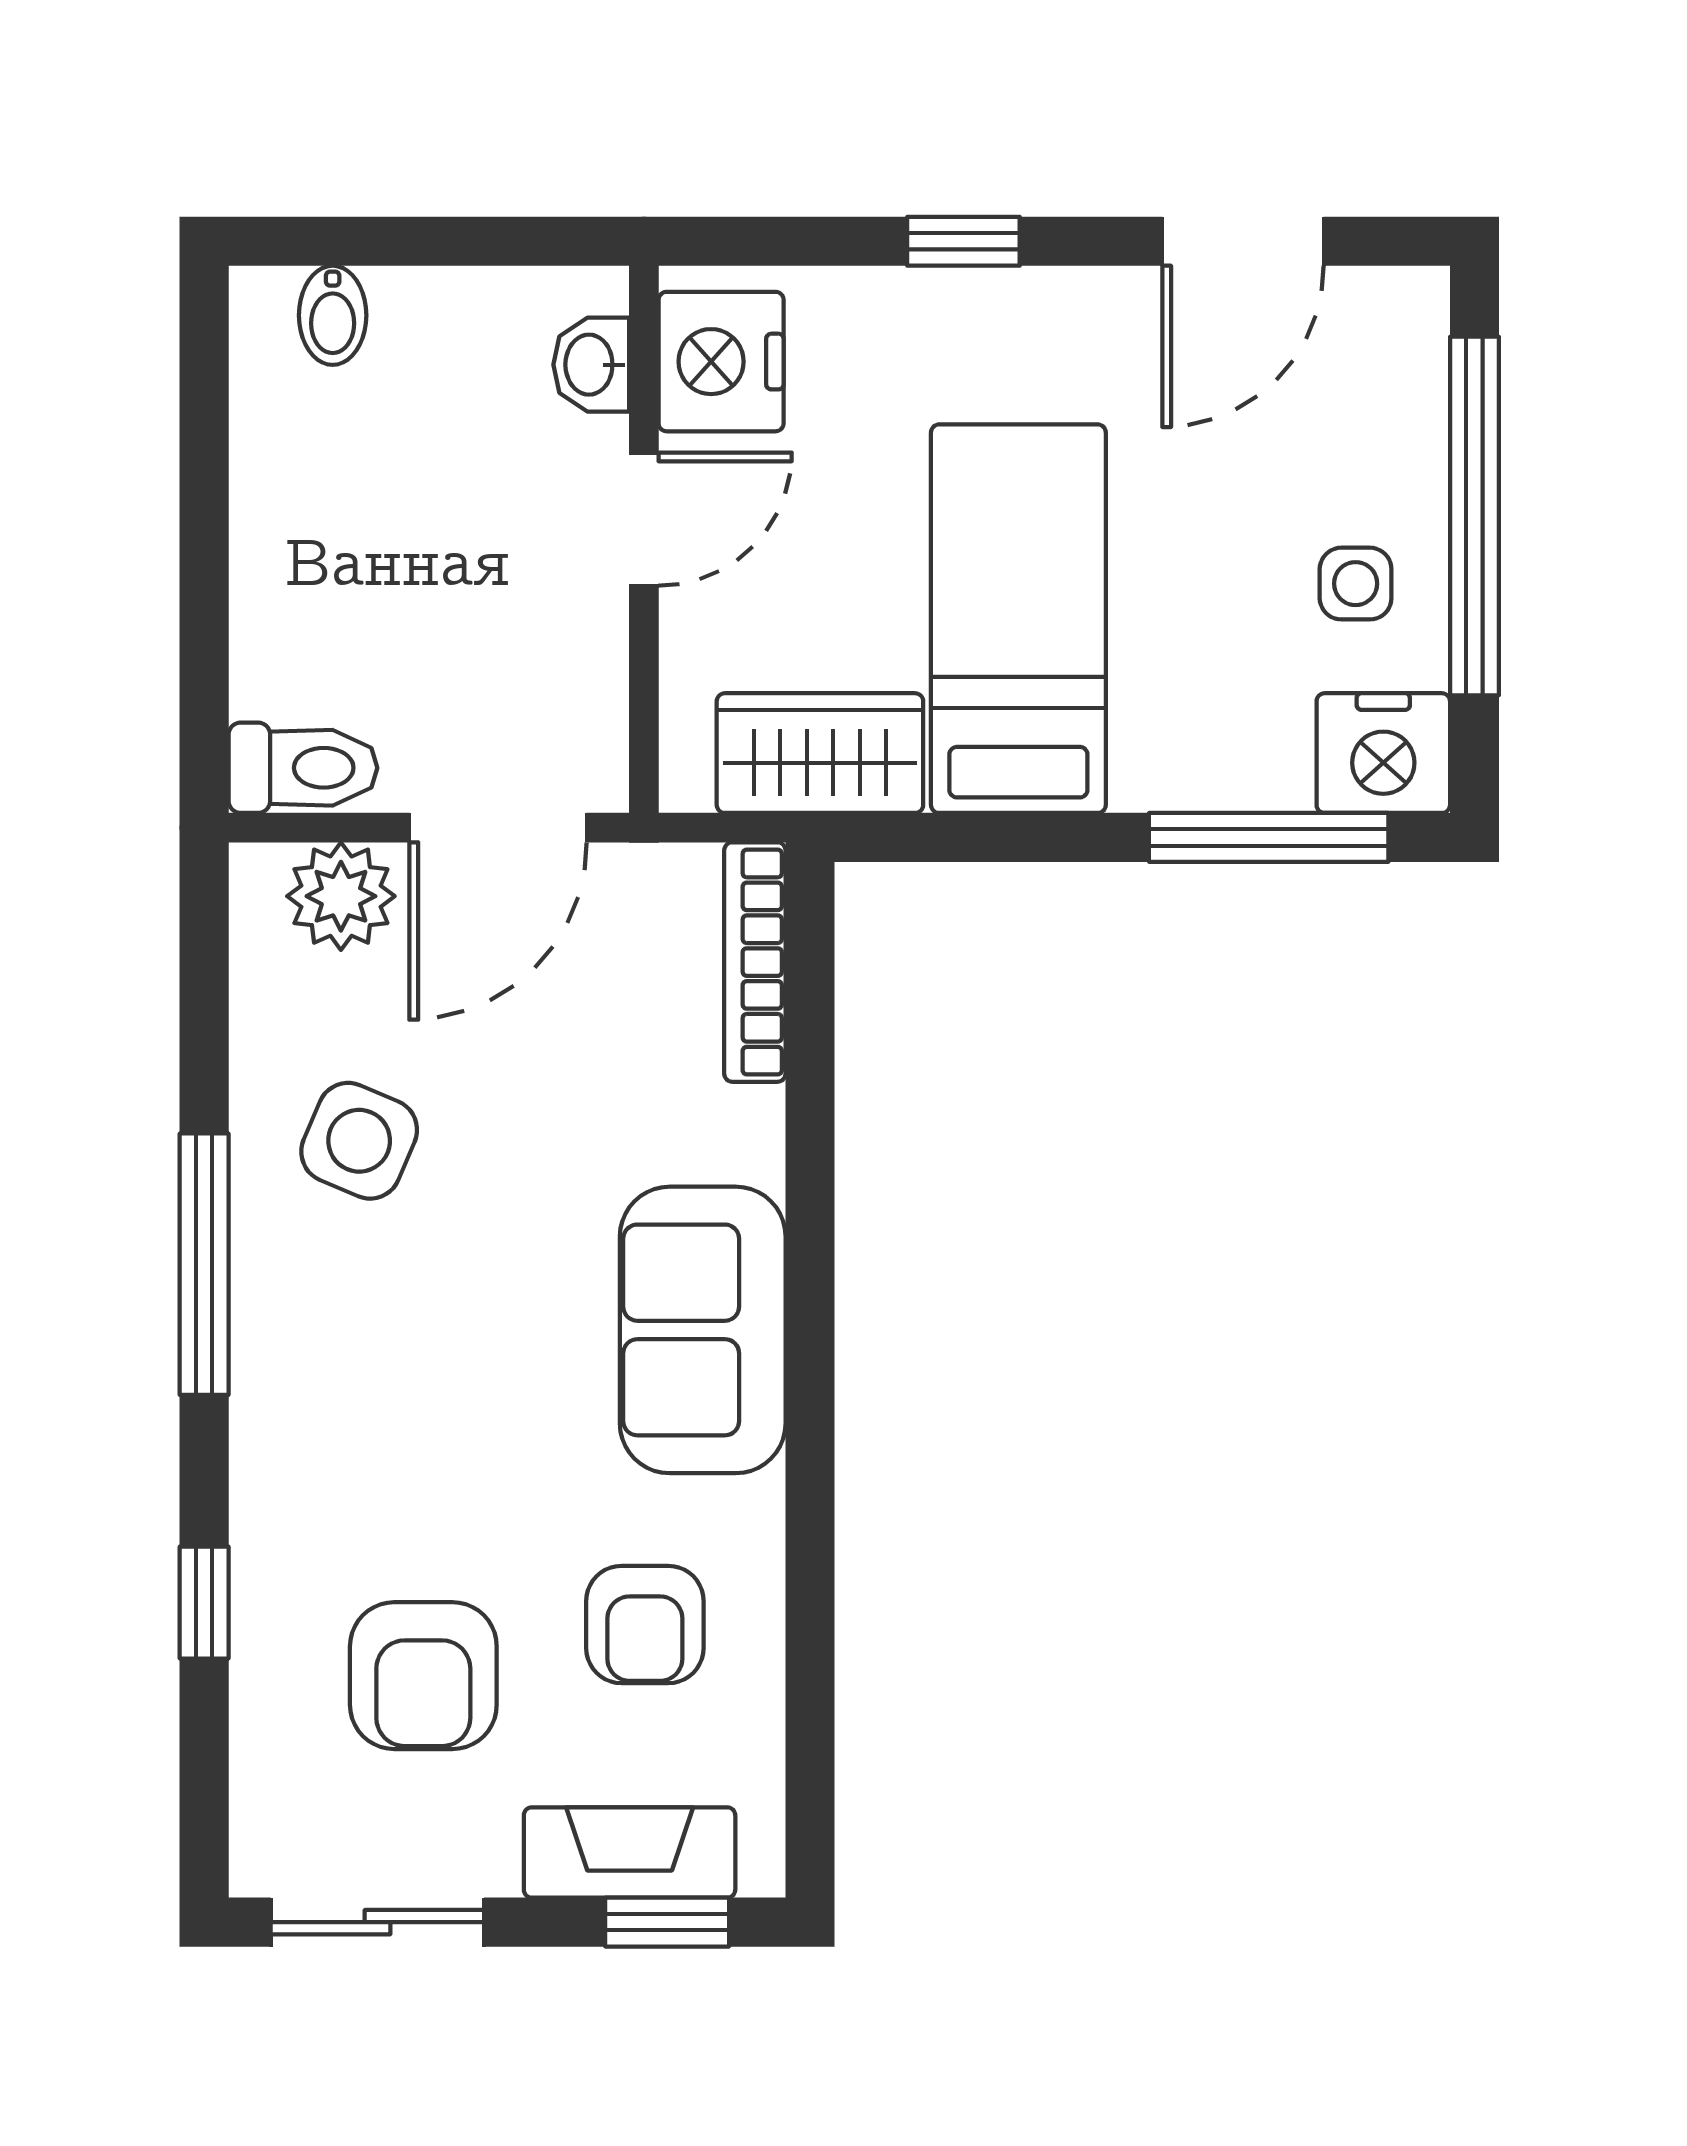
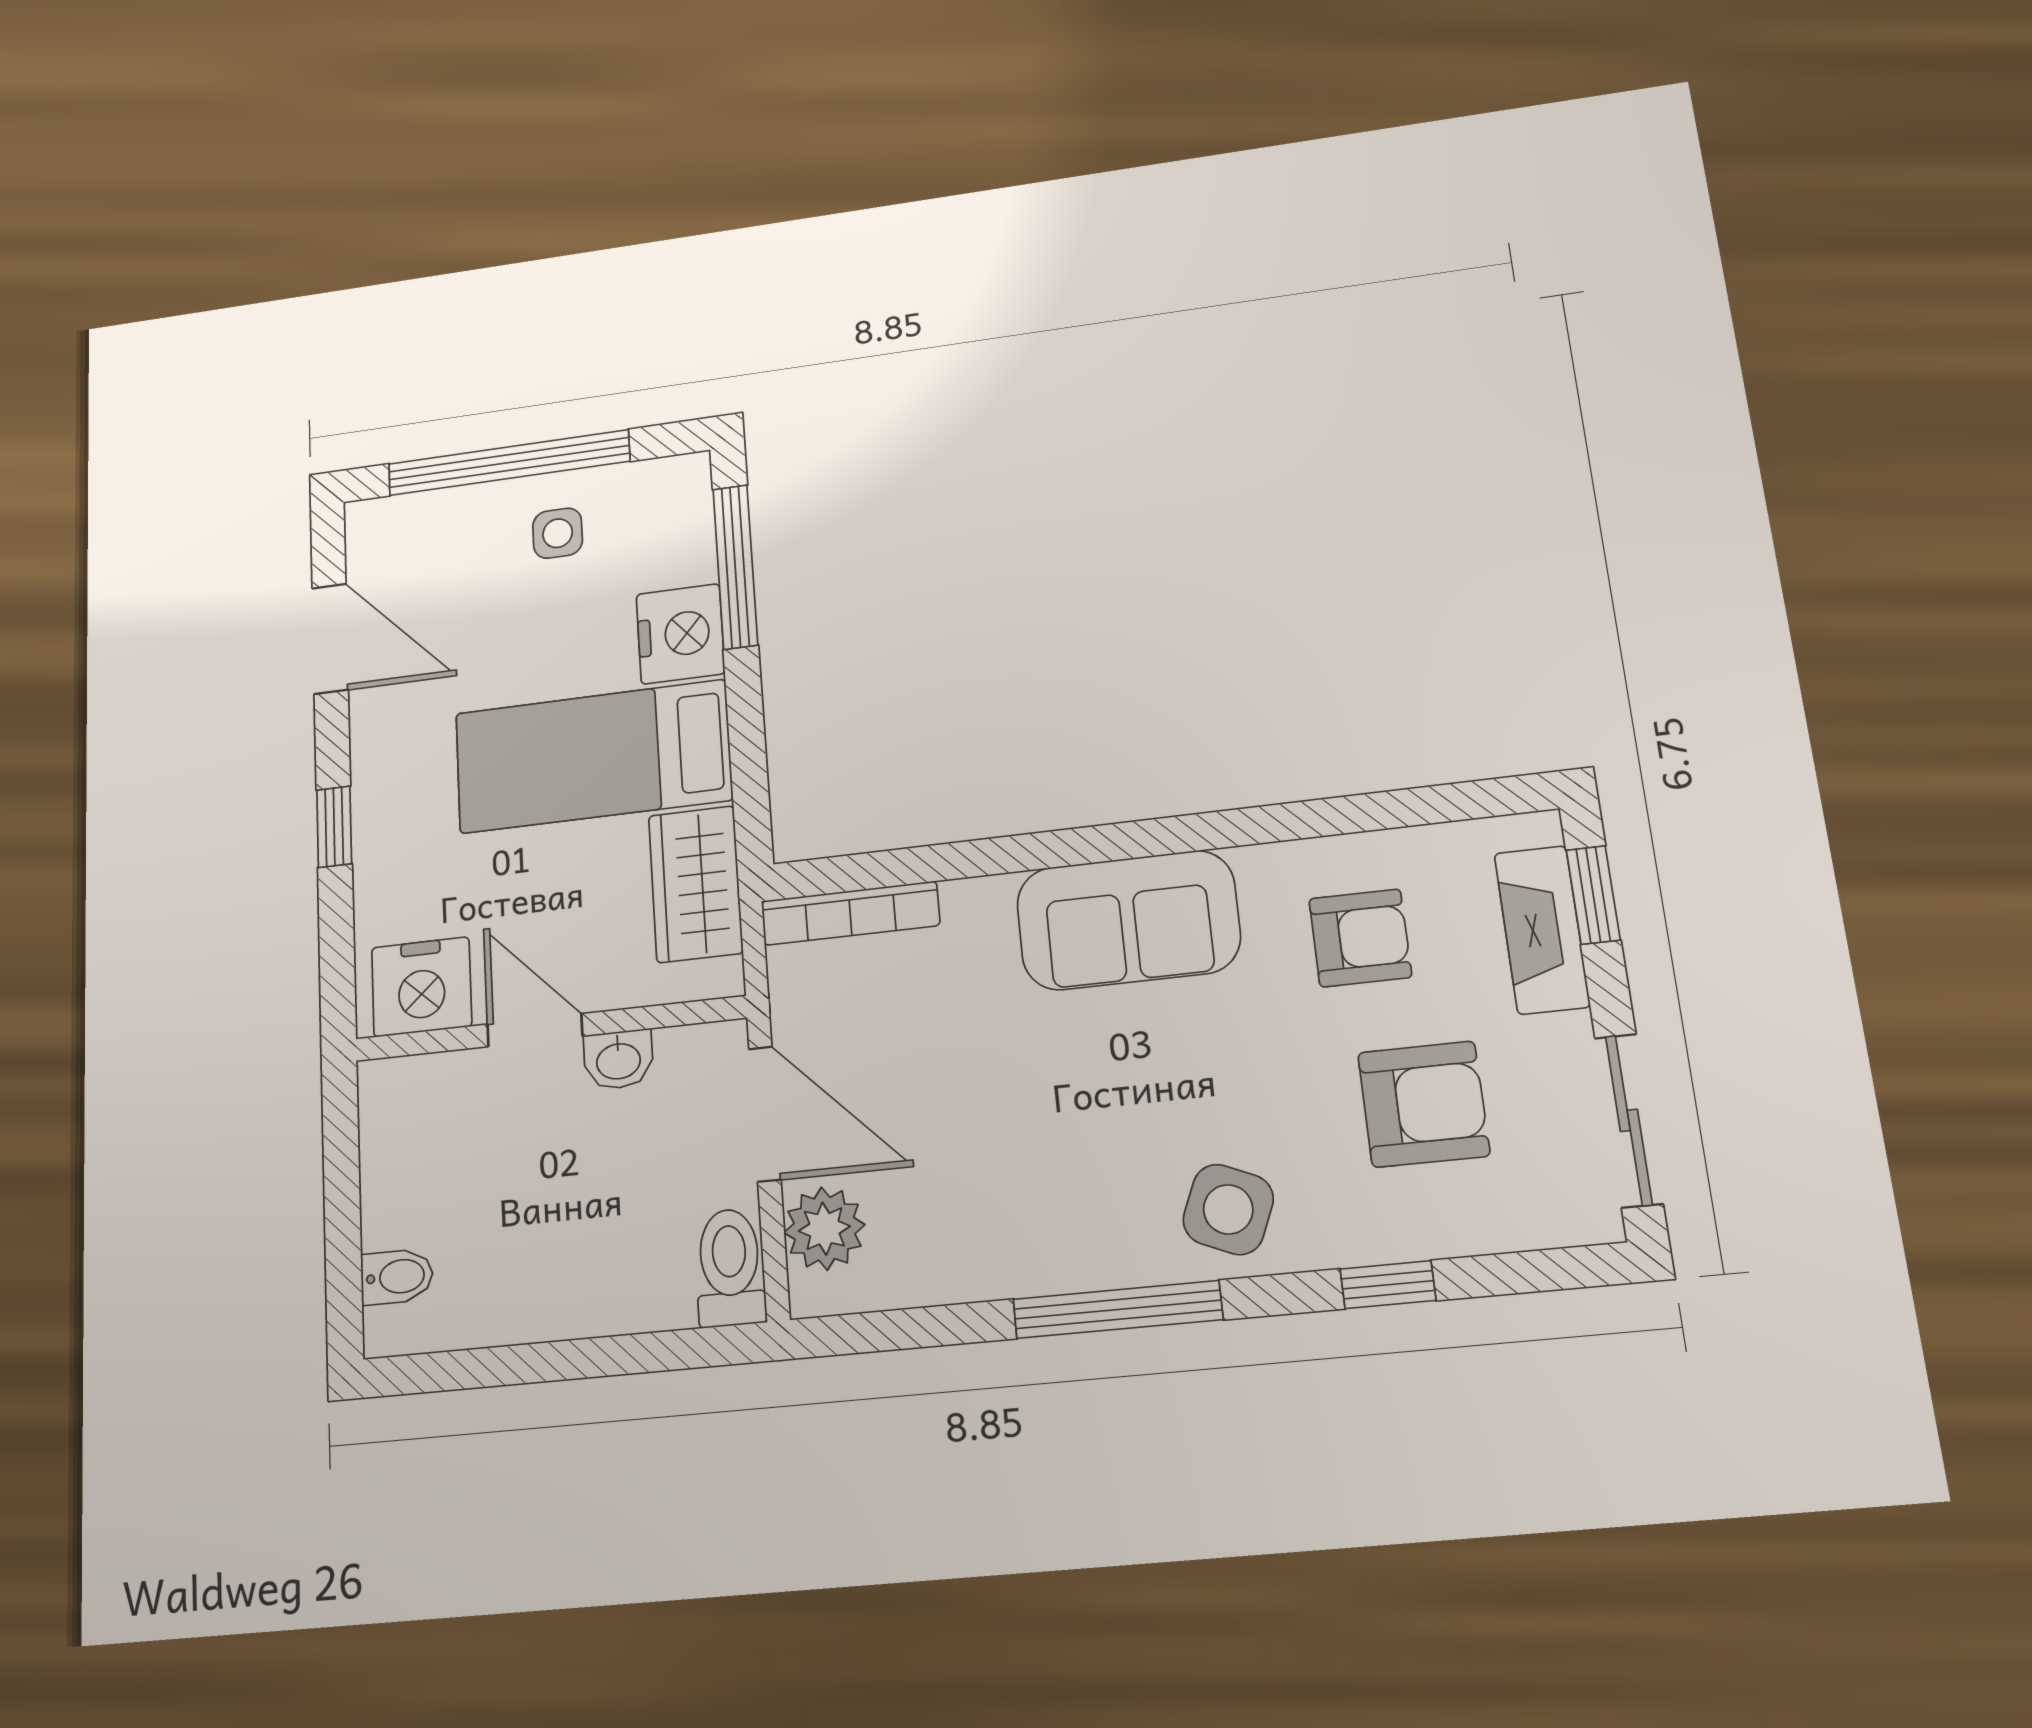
washbasin: (591, 365) -> (618, 1060), moved
nightstand: (1383, 753) -> (680, 634), moved
side table: (359, 1141) -> (1228, 1209), moved

